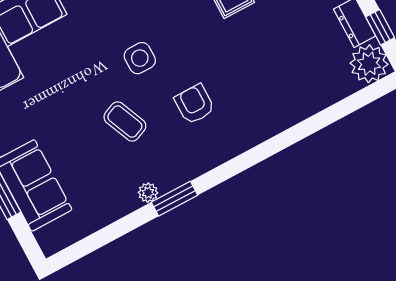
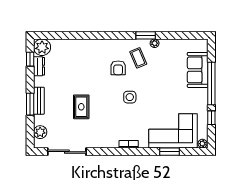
coffee table: (125, 121) -> (138, 58), moved

